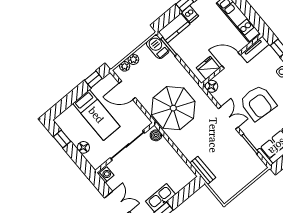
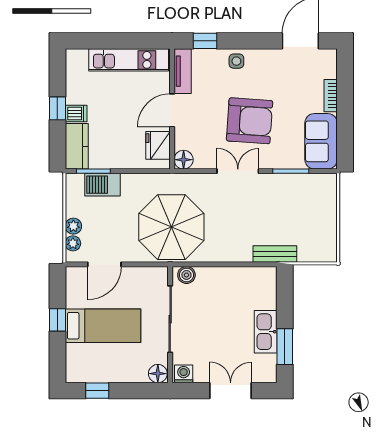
barbecue: (158, 47) -> (102, 185), moved
window: (93, 79) -> (57, 320), moved
floor lamp: (83, 147) -> (158, 374), moved

